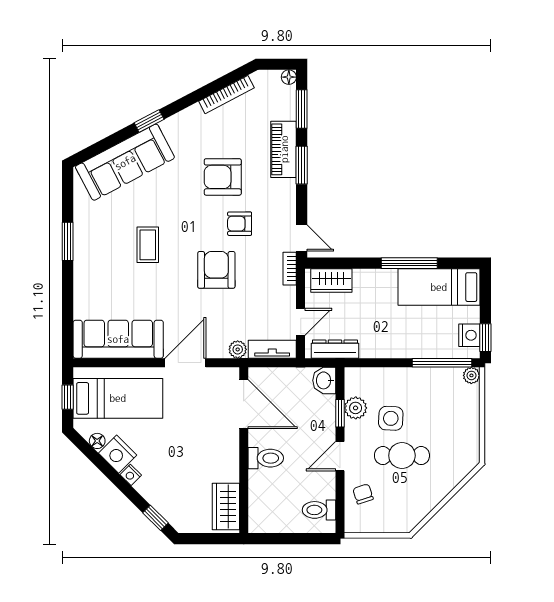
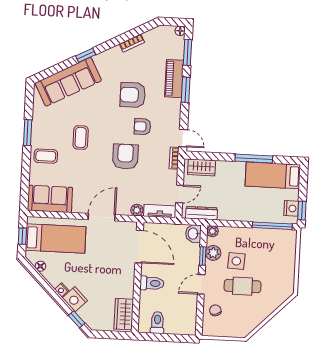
bookcase: (226, 95) -> (132, 43), width x0.64
coffee table: (97, 275) -> (46, 156), added
sofa: (118, 339) -> (50, 199), width x0.73
plant: (471, 375) -> (212, 231), moved
nightstand: (118, 454) -> (75, 299), moved
toilet: (319, 510) -> (157, 323), moved, turned 90

